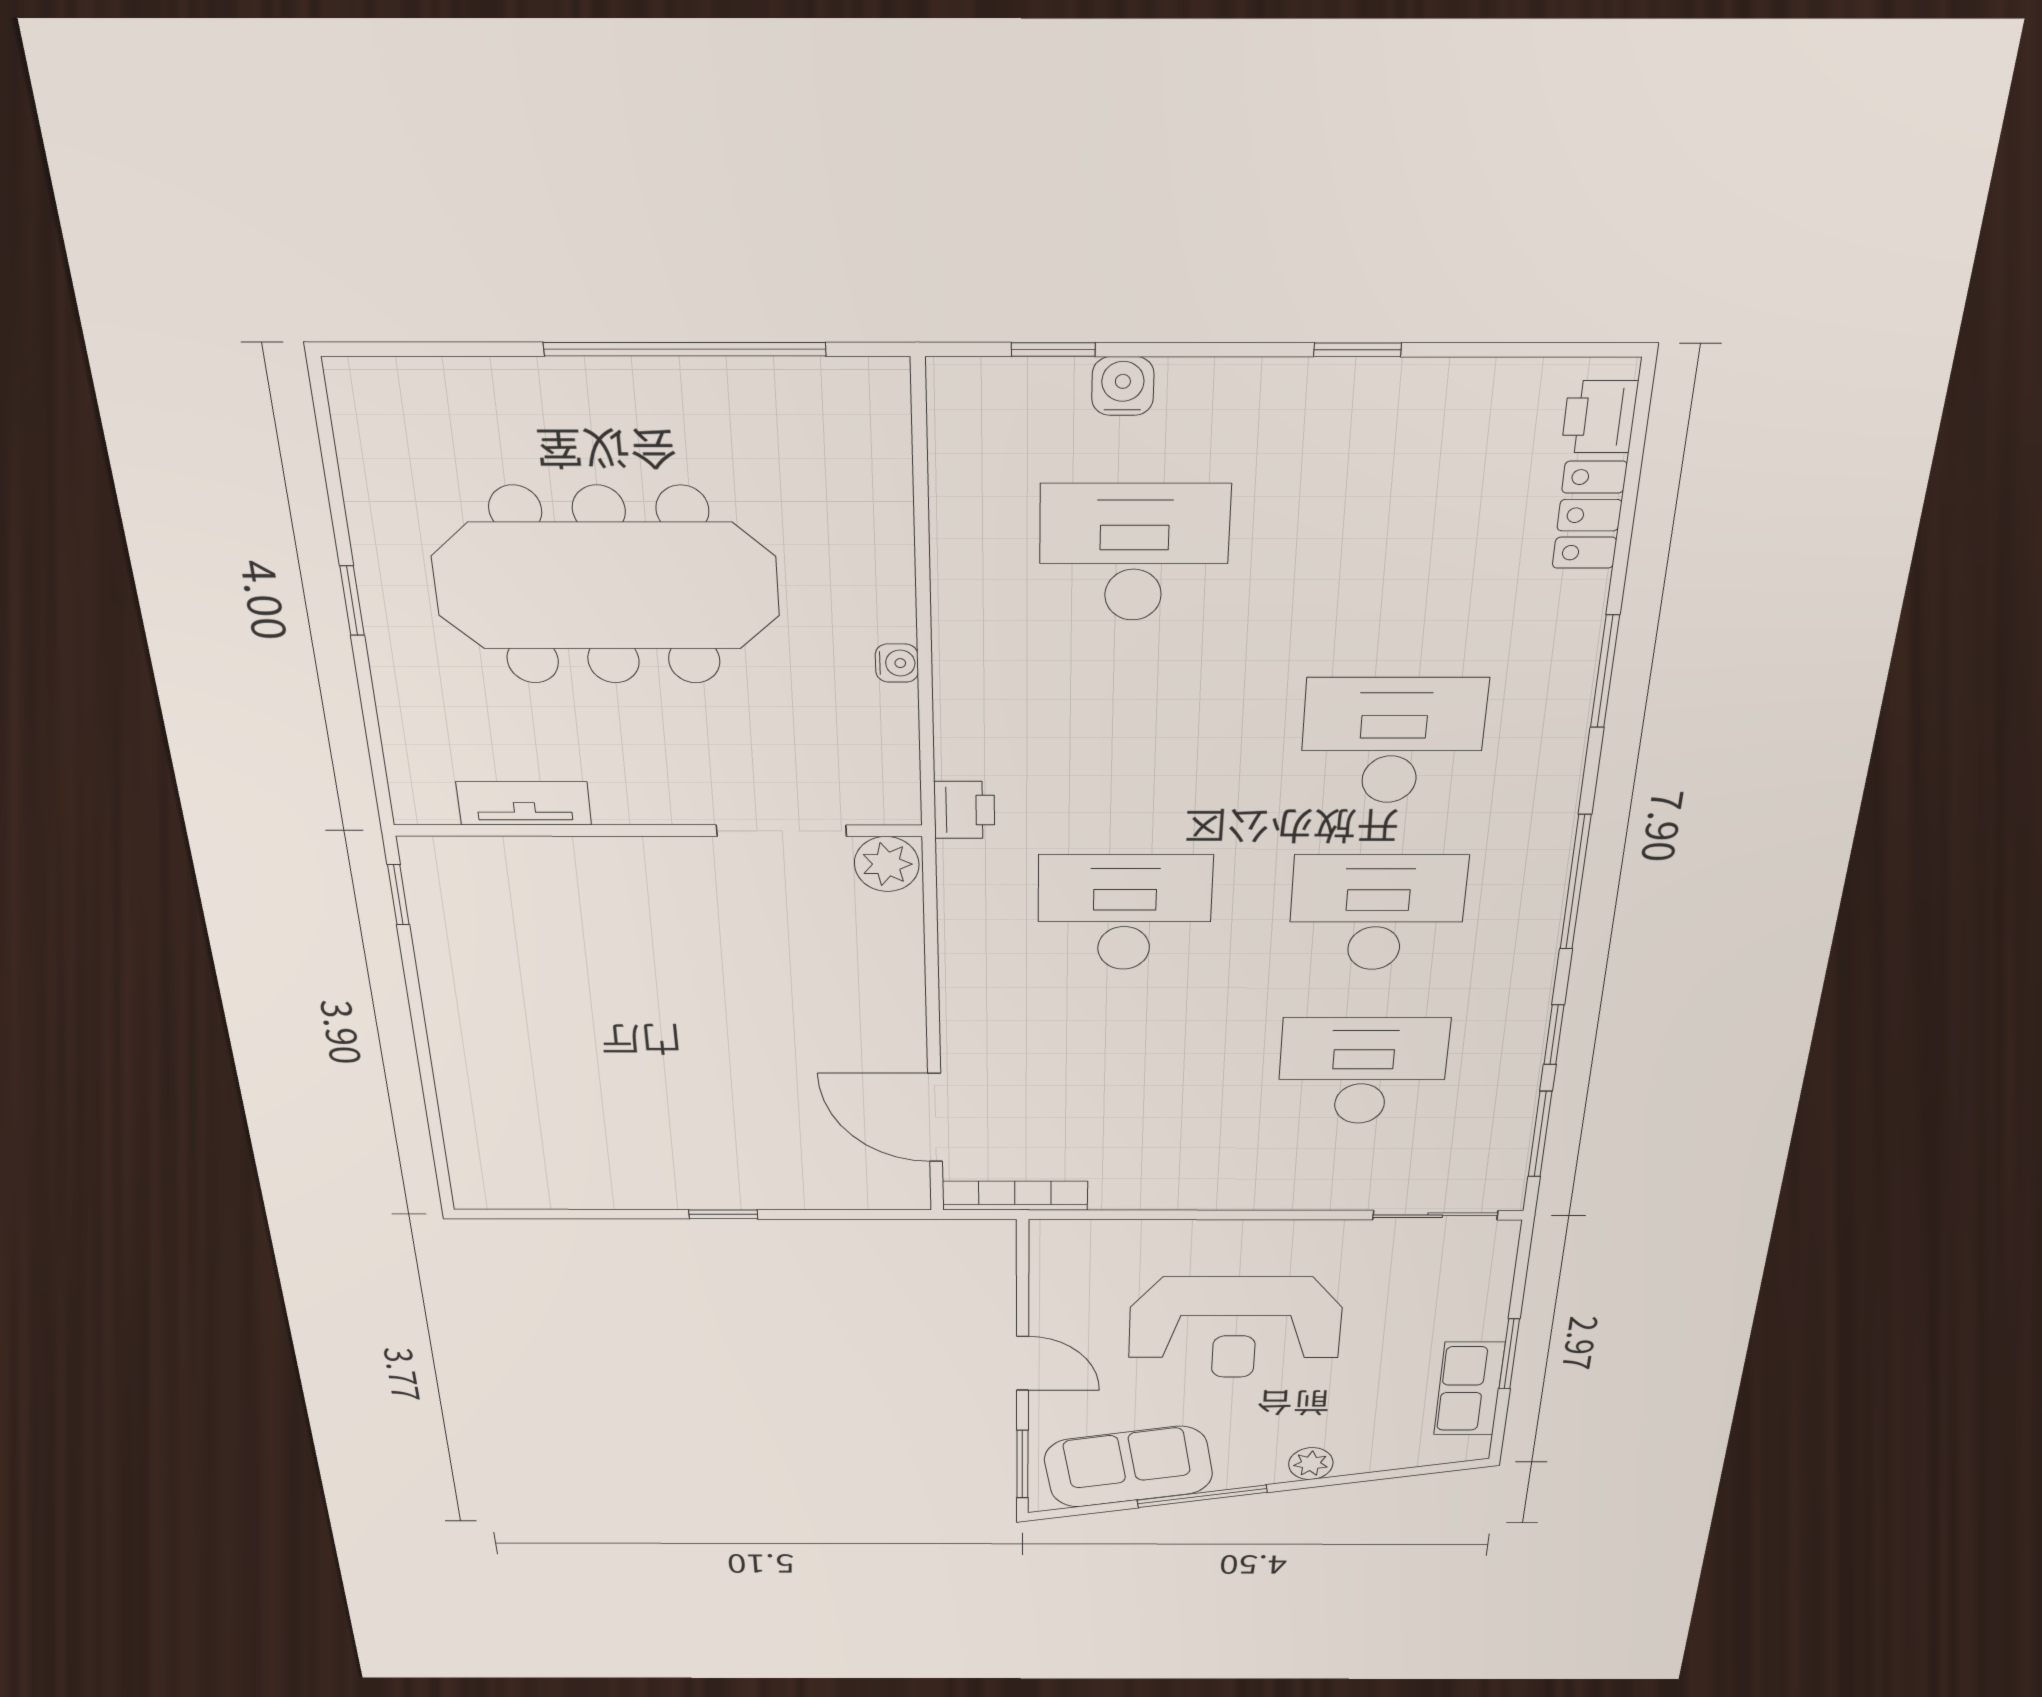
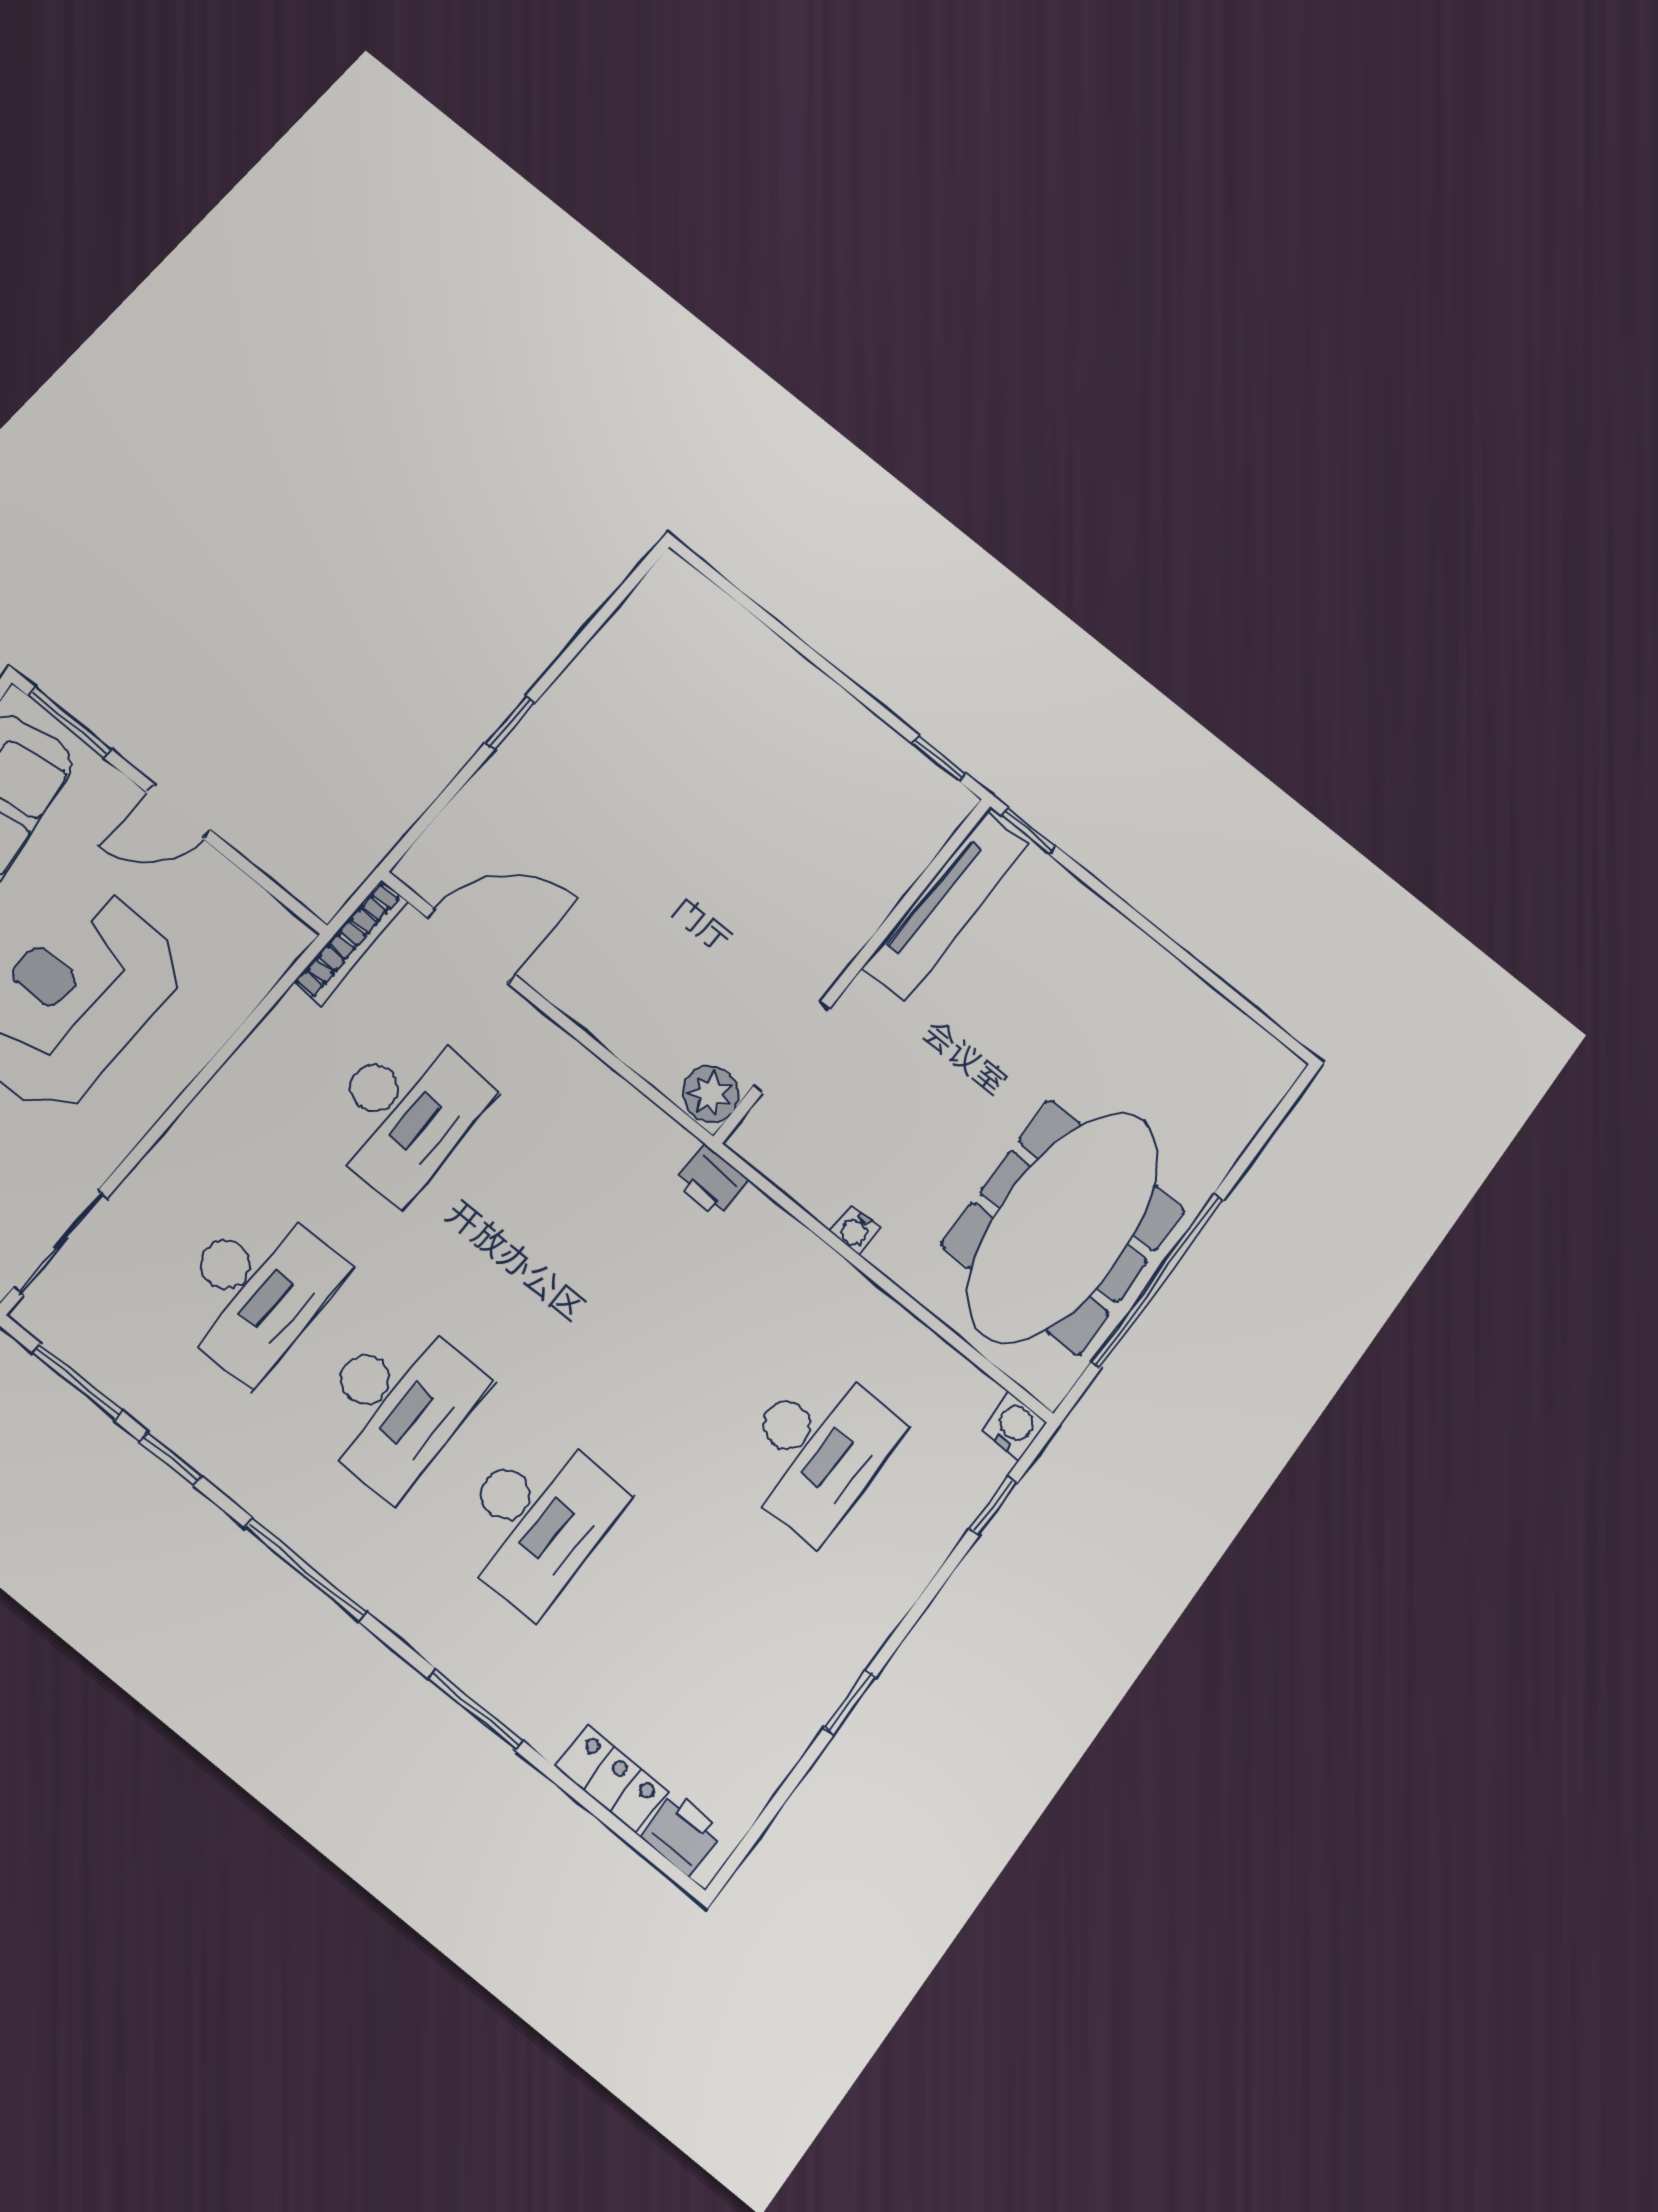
water cooler: (1123, 386) -> (1014, 1426), moved, turned -90
meeting table: (606, 586) -> (1064, 1227), moved
window: (352, 601) -> (1028, 830), moved
tv unit: (524, 803) -> (946, 905), width x1.92, depth x1.29
desk: (1125, 913) -> (404, 1112), moved

